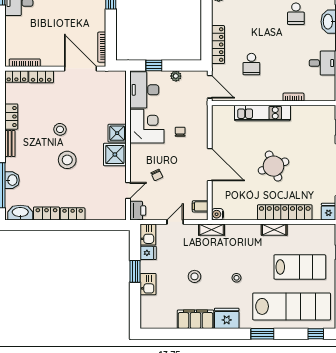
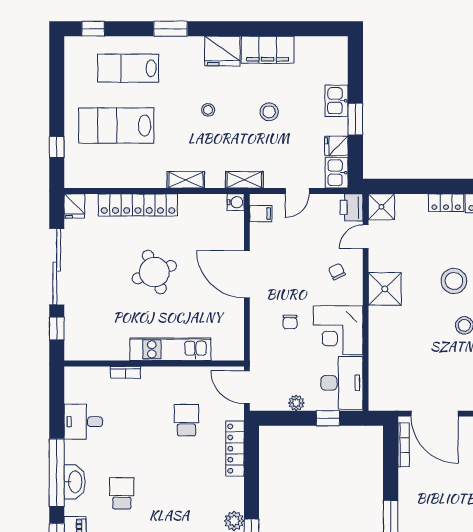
shower: (117, 133) -> (381, 207), moved
chair: (157, 175) -> (337, 272), moved
shelving: (274, 230) -> (186, 180), moved
lab bench: (292, 306) -> (128, 68), width x0.54, depth x0.72

